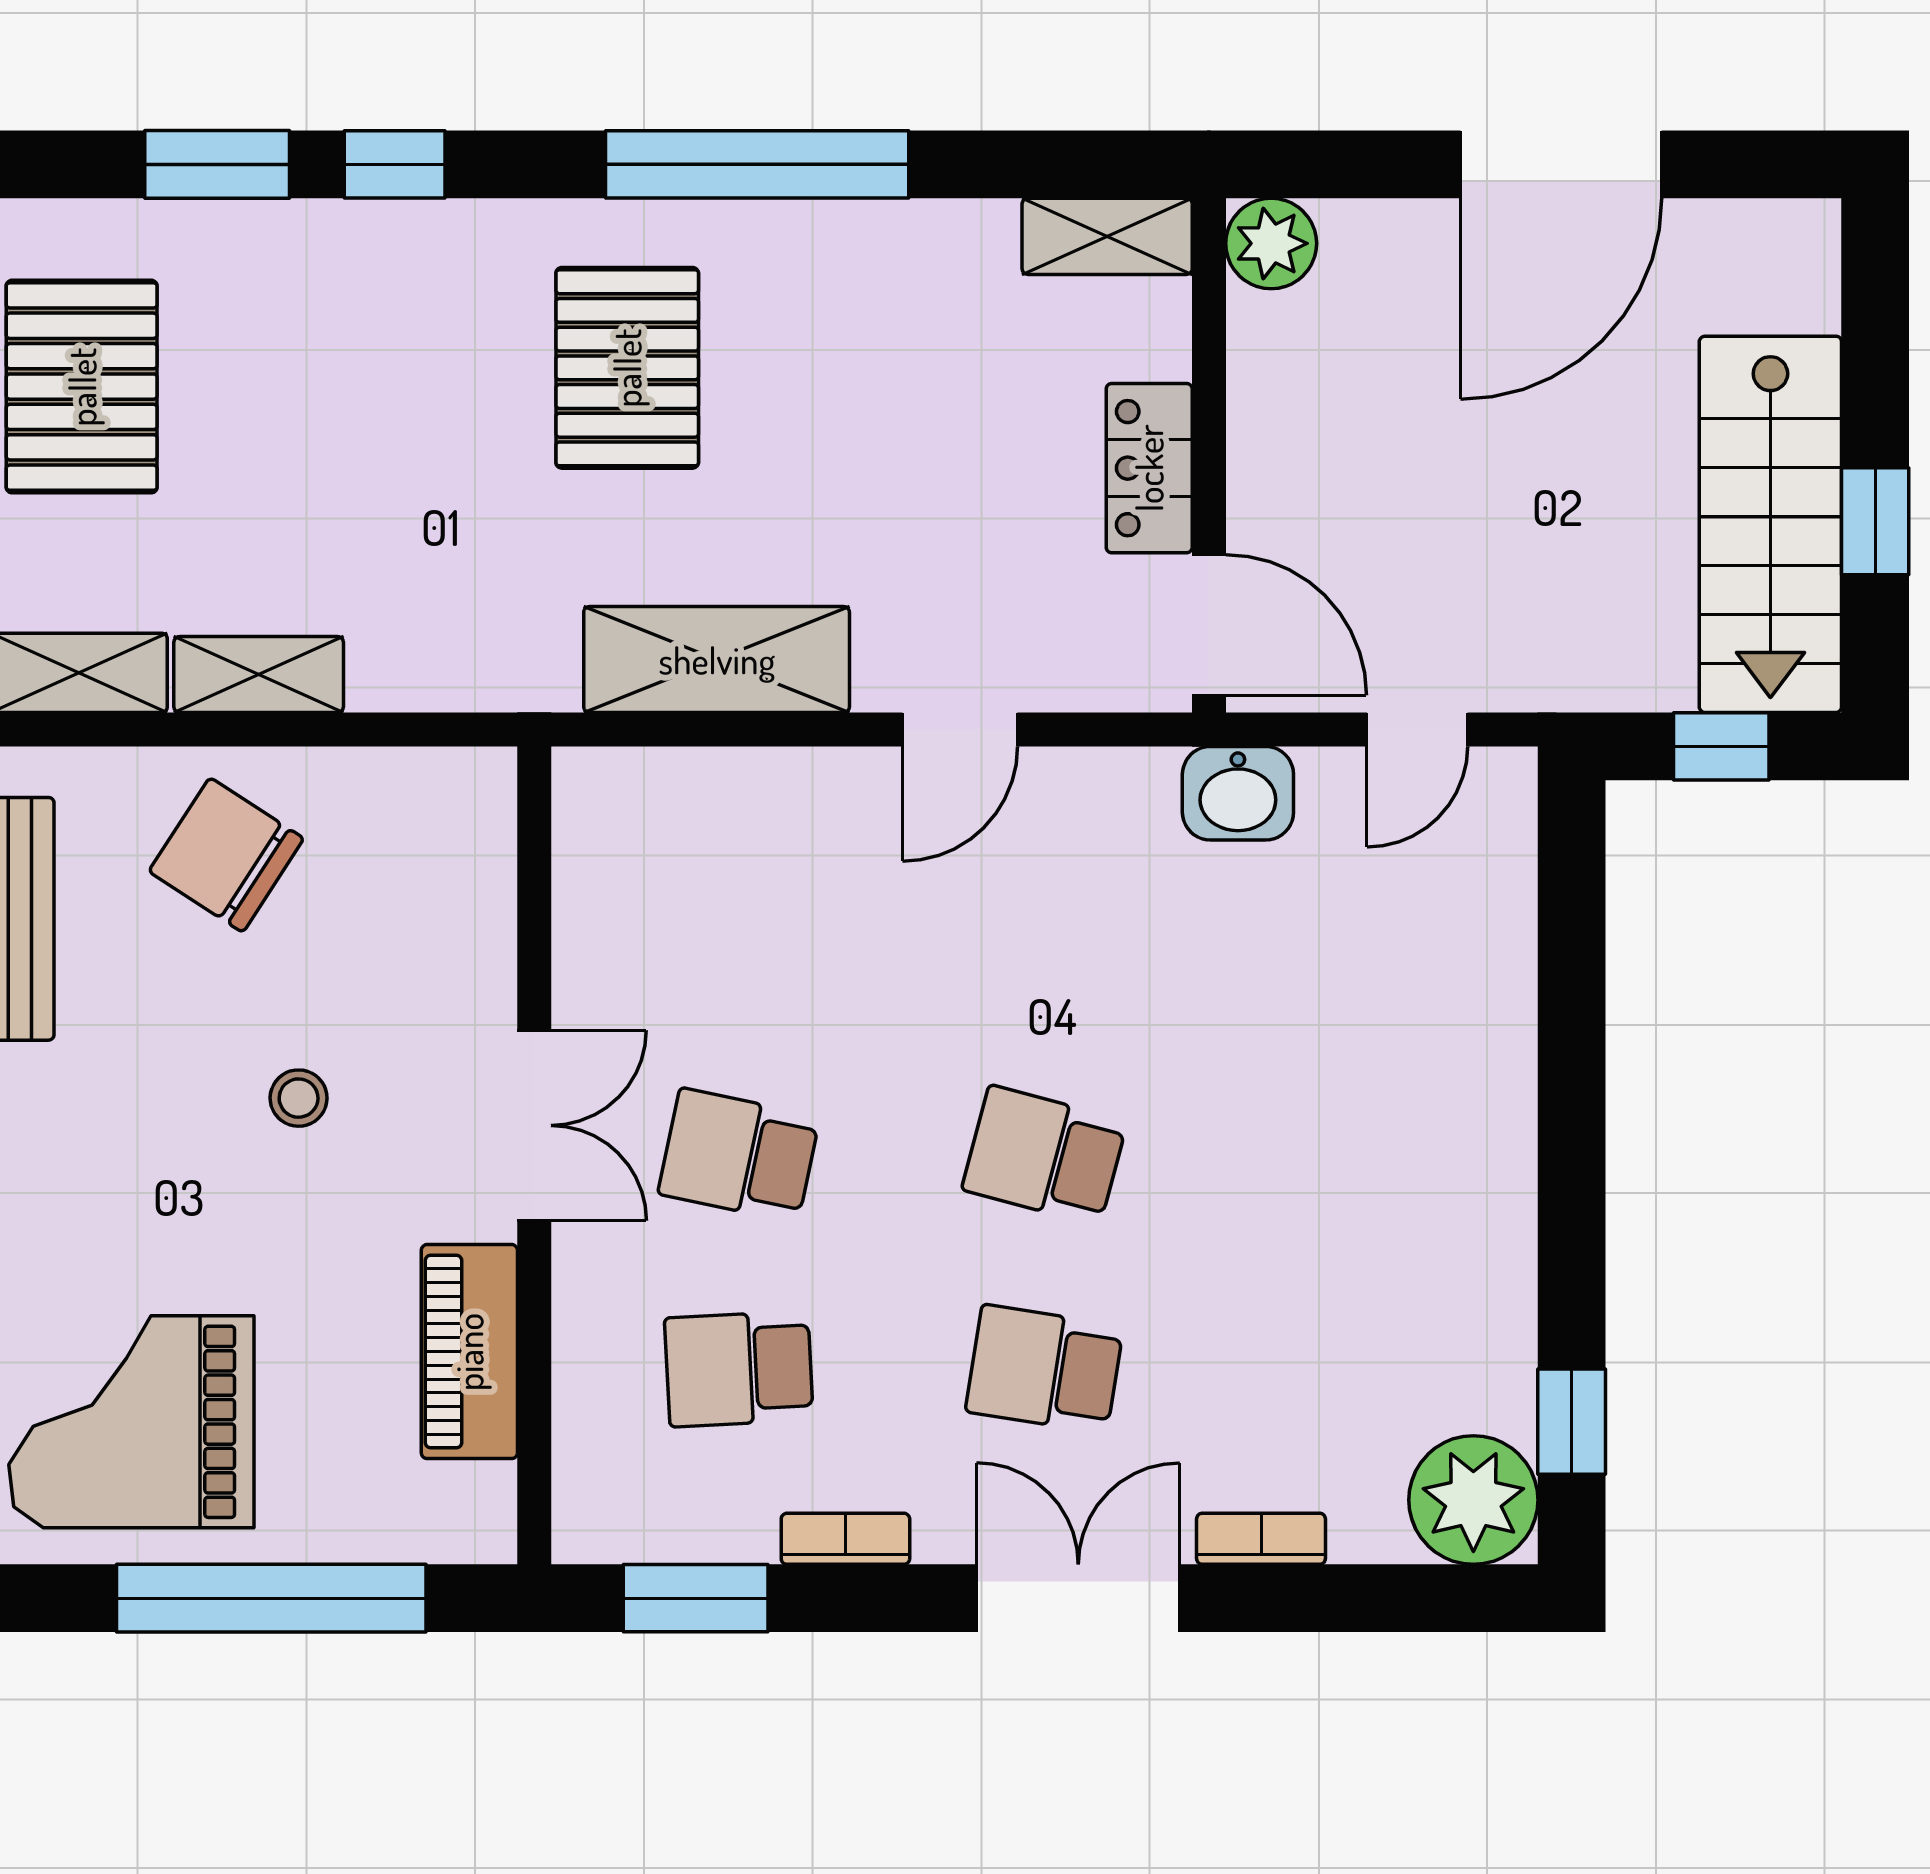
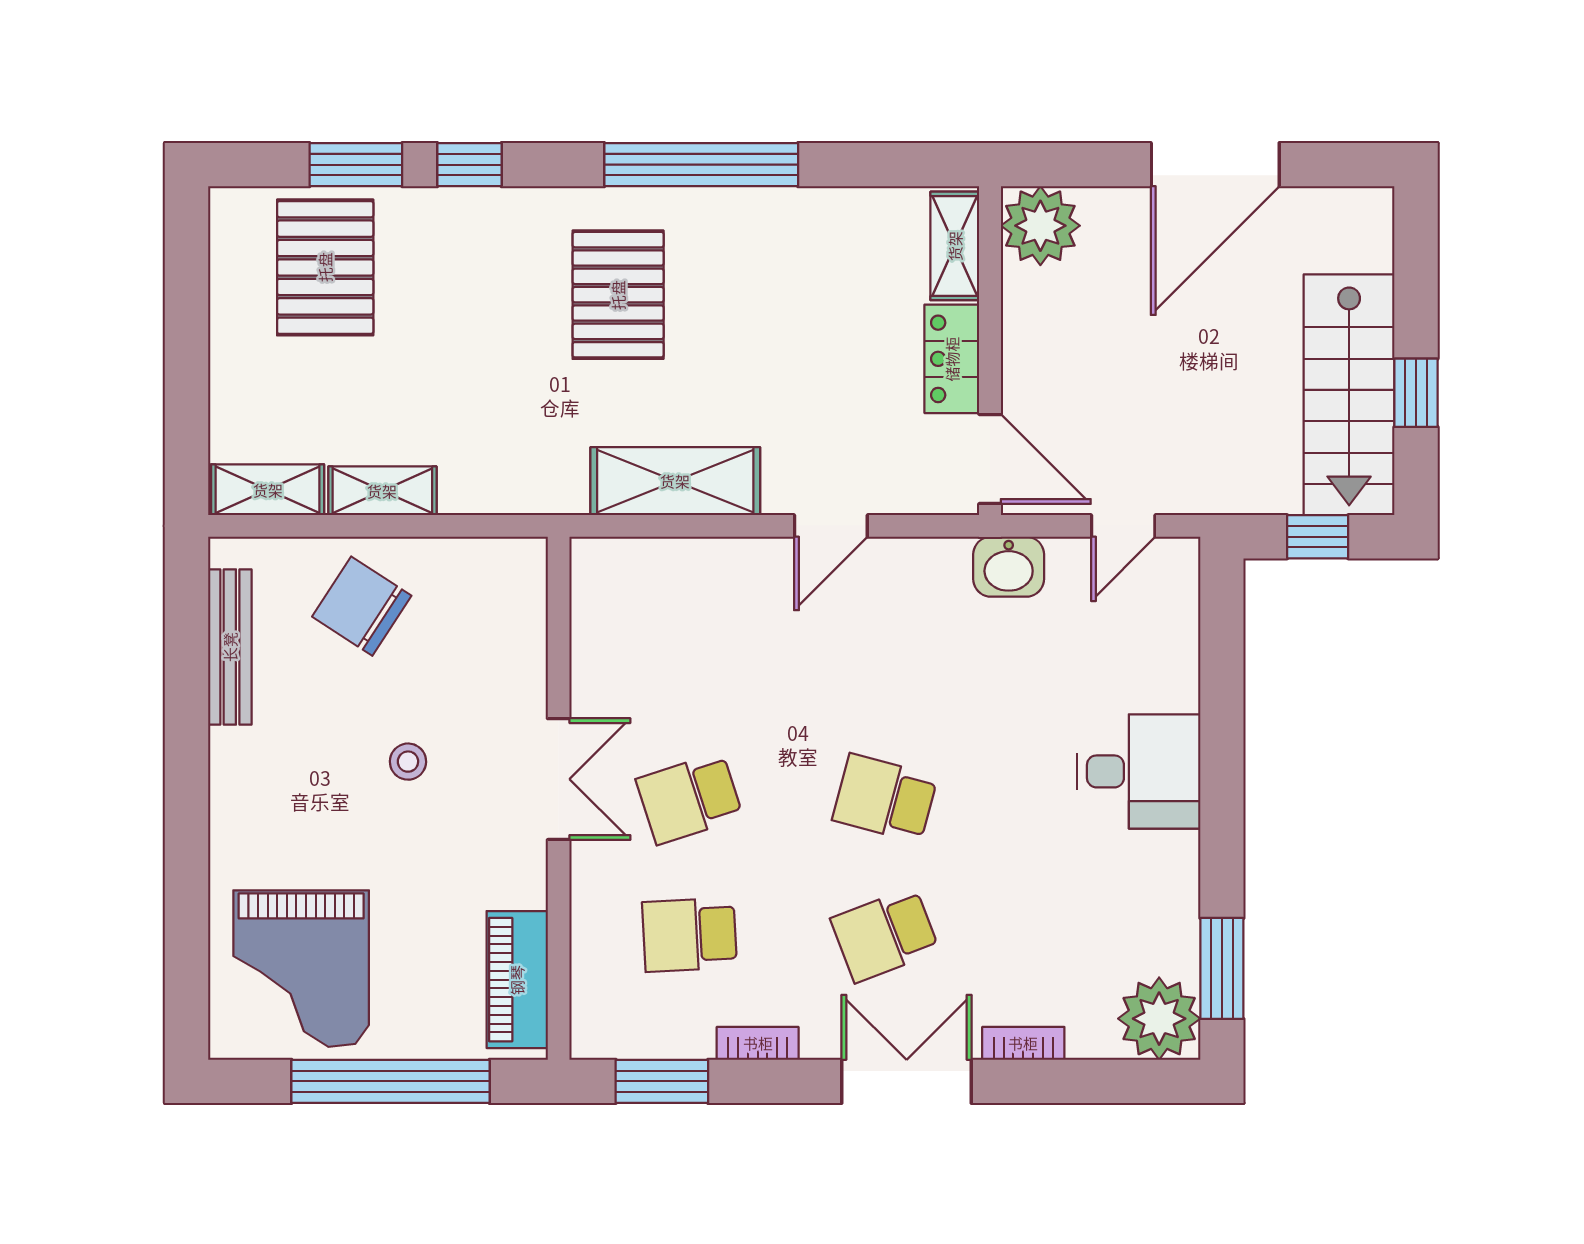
shelving: (1107, 236) -> (955, 246), moved, turned 90
plant: (1271, 243) -> (1040, 226), width x1.36, depth x1.36
pallet: (82, 387) -> (325, 267), moved
desk: (1441, 1113) -> (1139, 771), added
school desk: (739, 1155) -> (689, 798), turned -30
piano: (469, 1352) -> (517, 980), moved
school desk: (1044, 1369) -> (885, 935), turned -30
grand piano: (131, 1422) -> (301, 969), turned -90
window: (1572, 1422) -> (1222, 968), width x1.50

